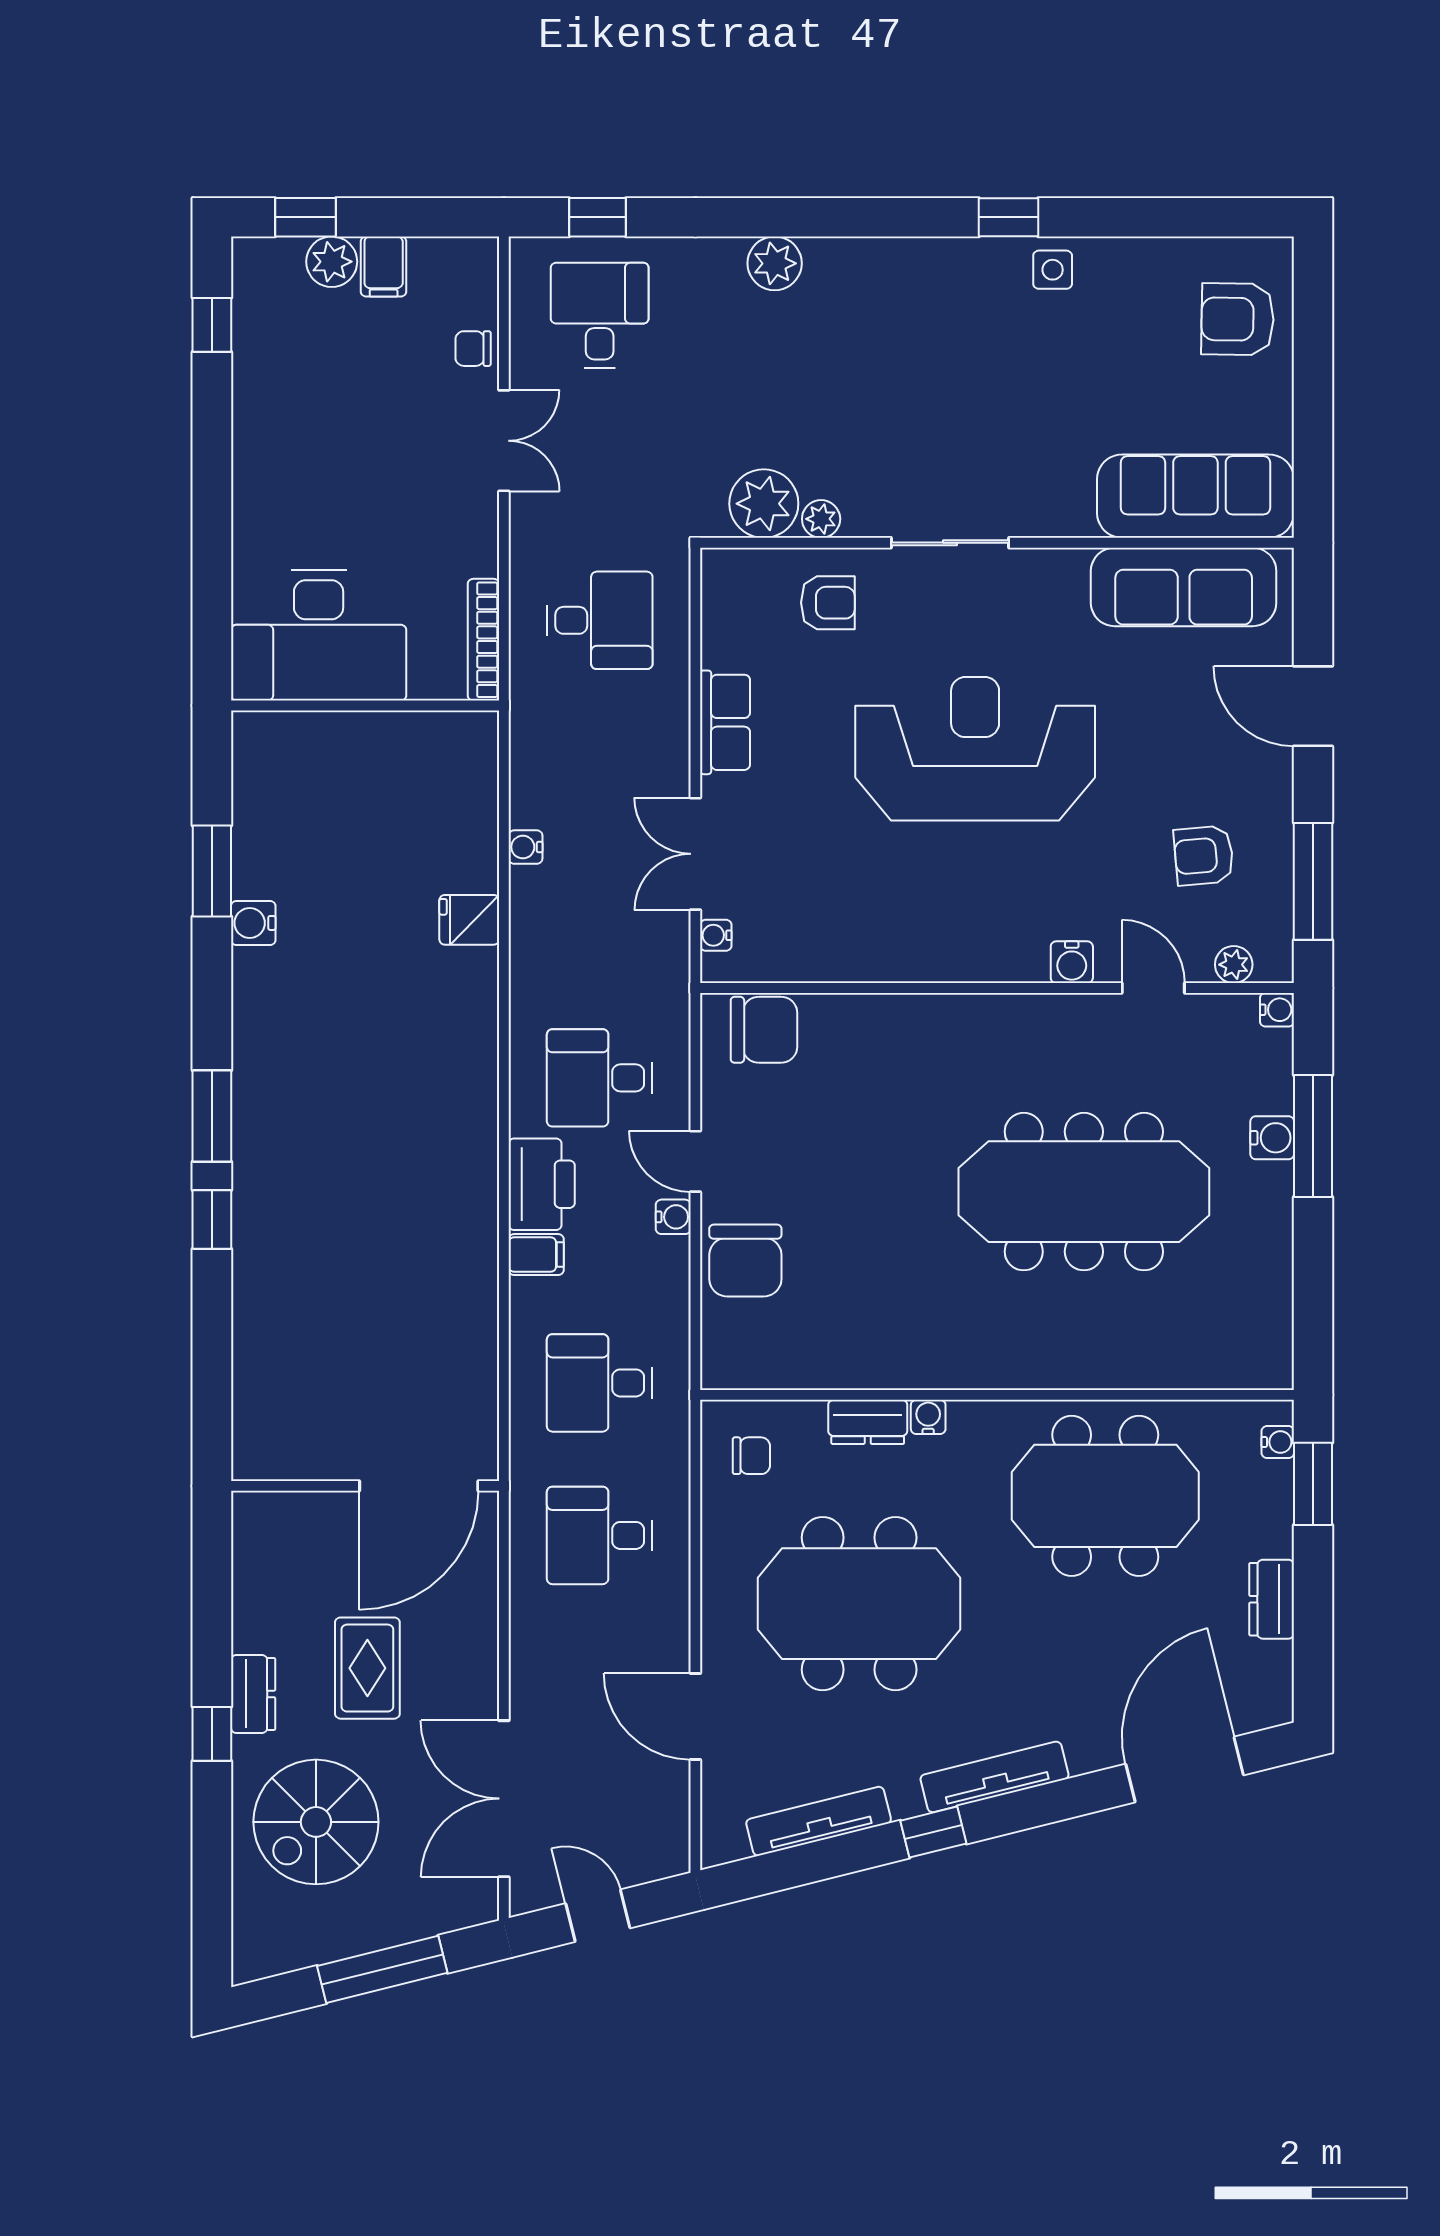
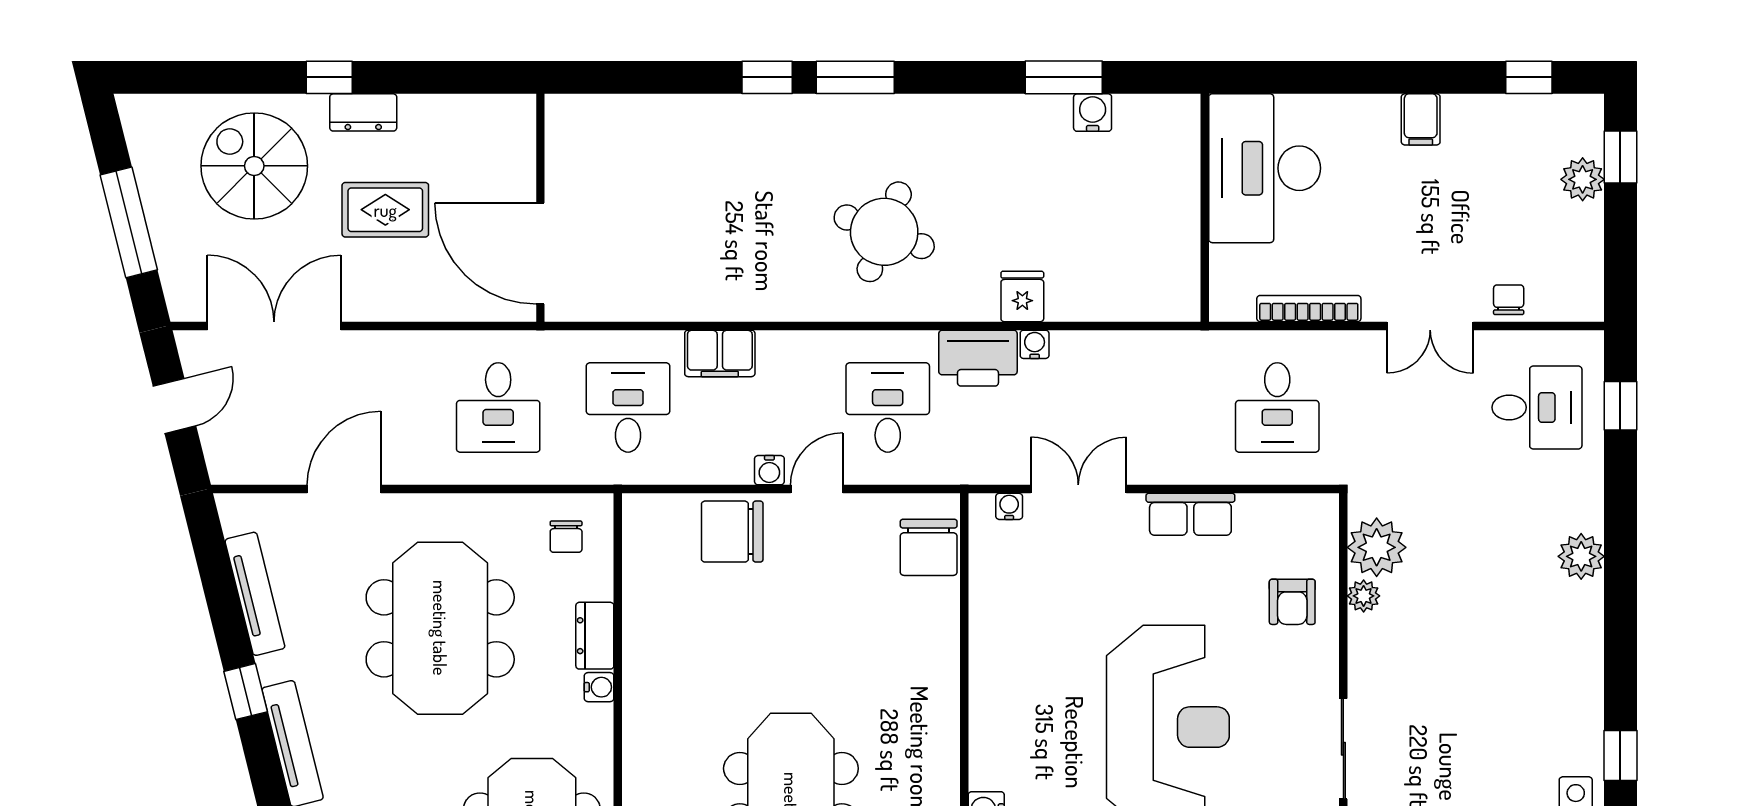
filing cabinet: (384, 267) -> (1421, 119), moved, turned -90
sliding door: (950, 543) -> (1343, 749), moved
bookcase: (484, 640) -> (1309, 309), moved
water cooler: (526, 847) -> (1035, 344), moved
water cooler: (253, 923) -> (1093, 113), moved
round table: (393, 1082) -> (884, 232), added
printer: (542, 1184) -> (978, 358), moved
filing cabinet: (536, 1255) -> (720, 353), width x2.00
desk: (600, 1535) -> (498, 407), turned 180

